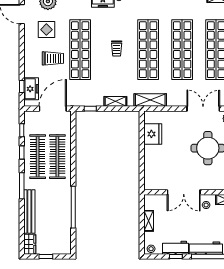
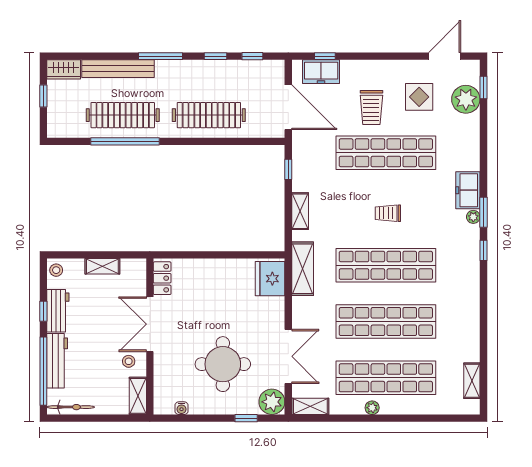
fridge: (153, 134) -> (270, 279), moved, turned 90
clothes rail: (38, 157) -> (123, 115), moved
locker: (156, 185) -> (162, 278), added

